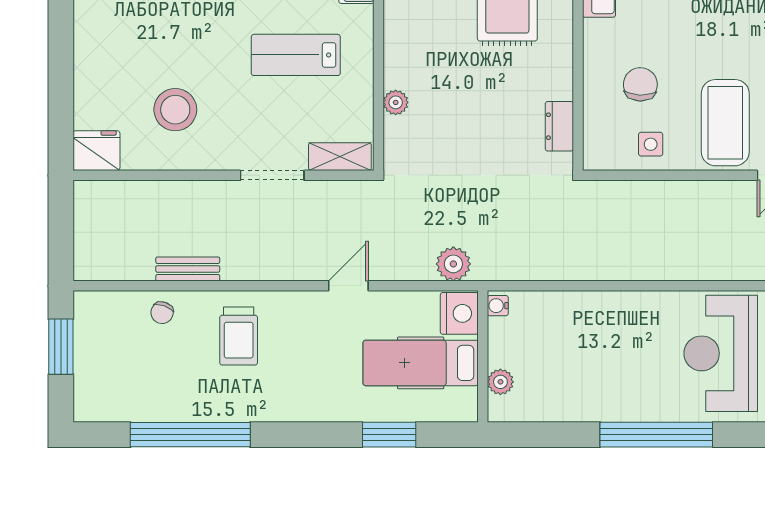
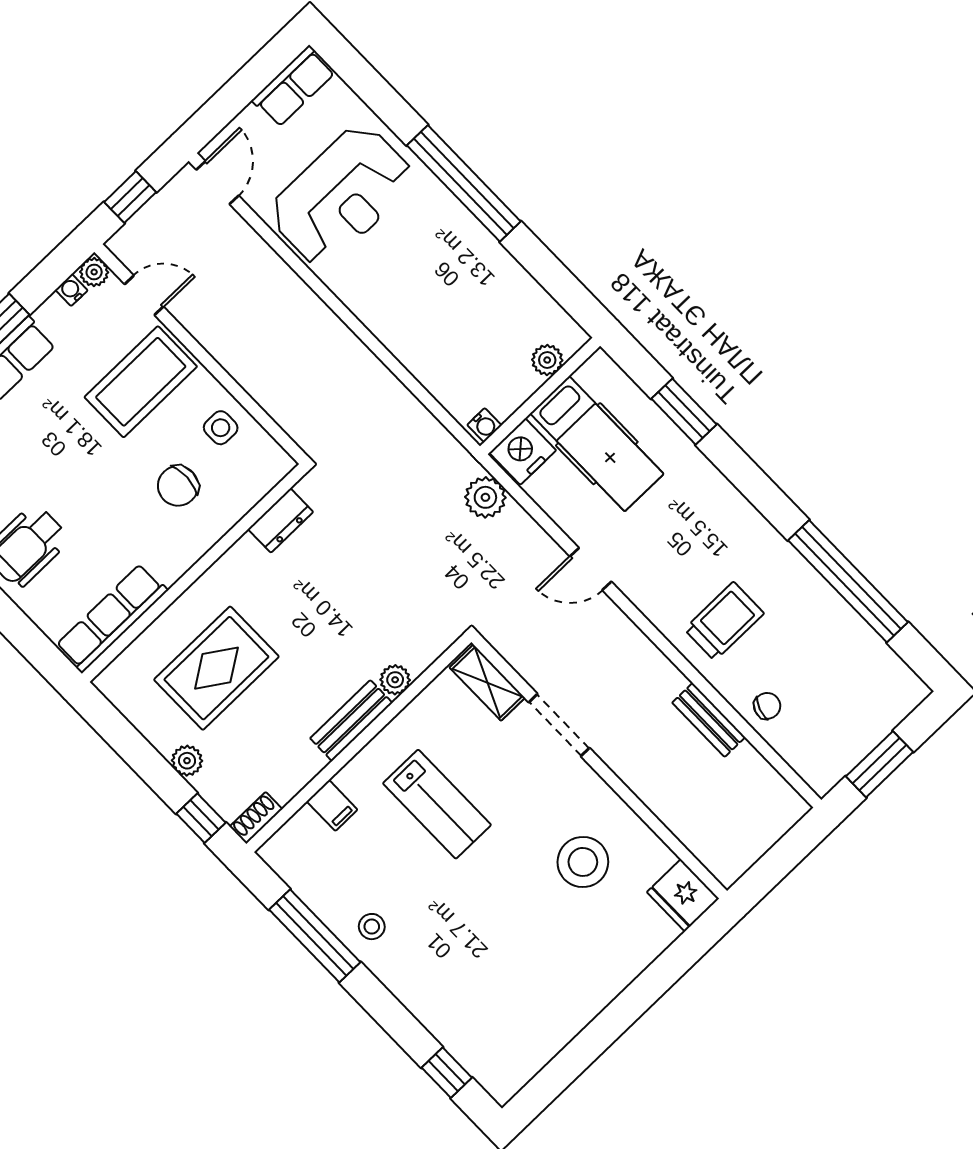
bench: (397, 52) -> (351, 721), added

